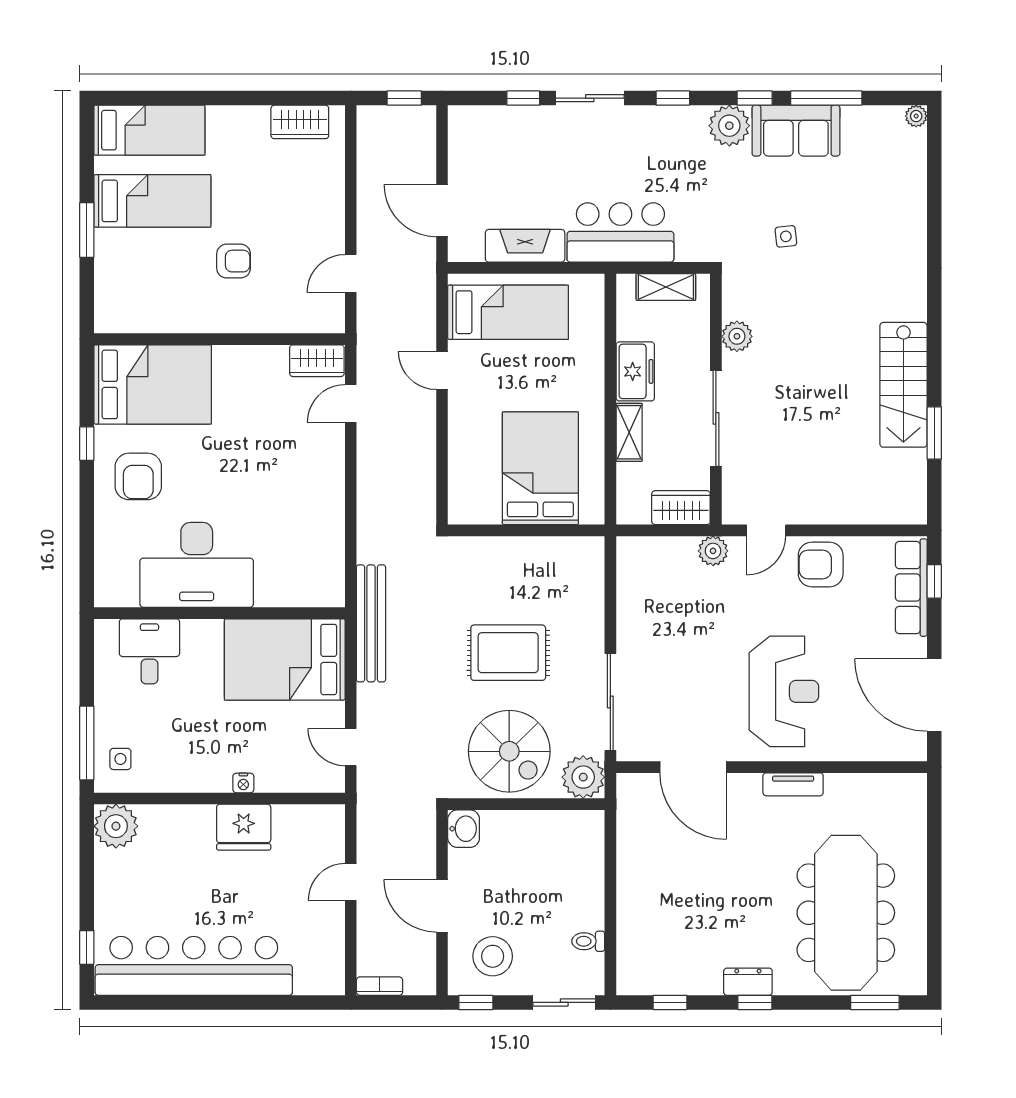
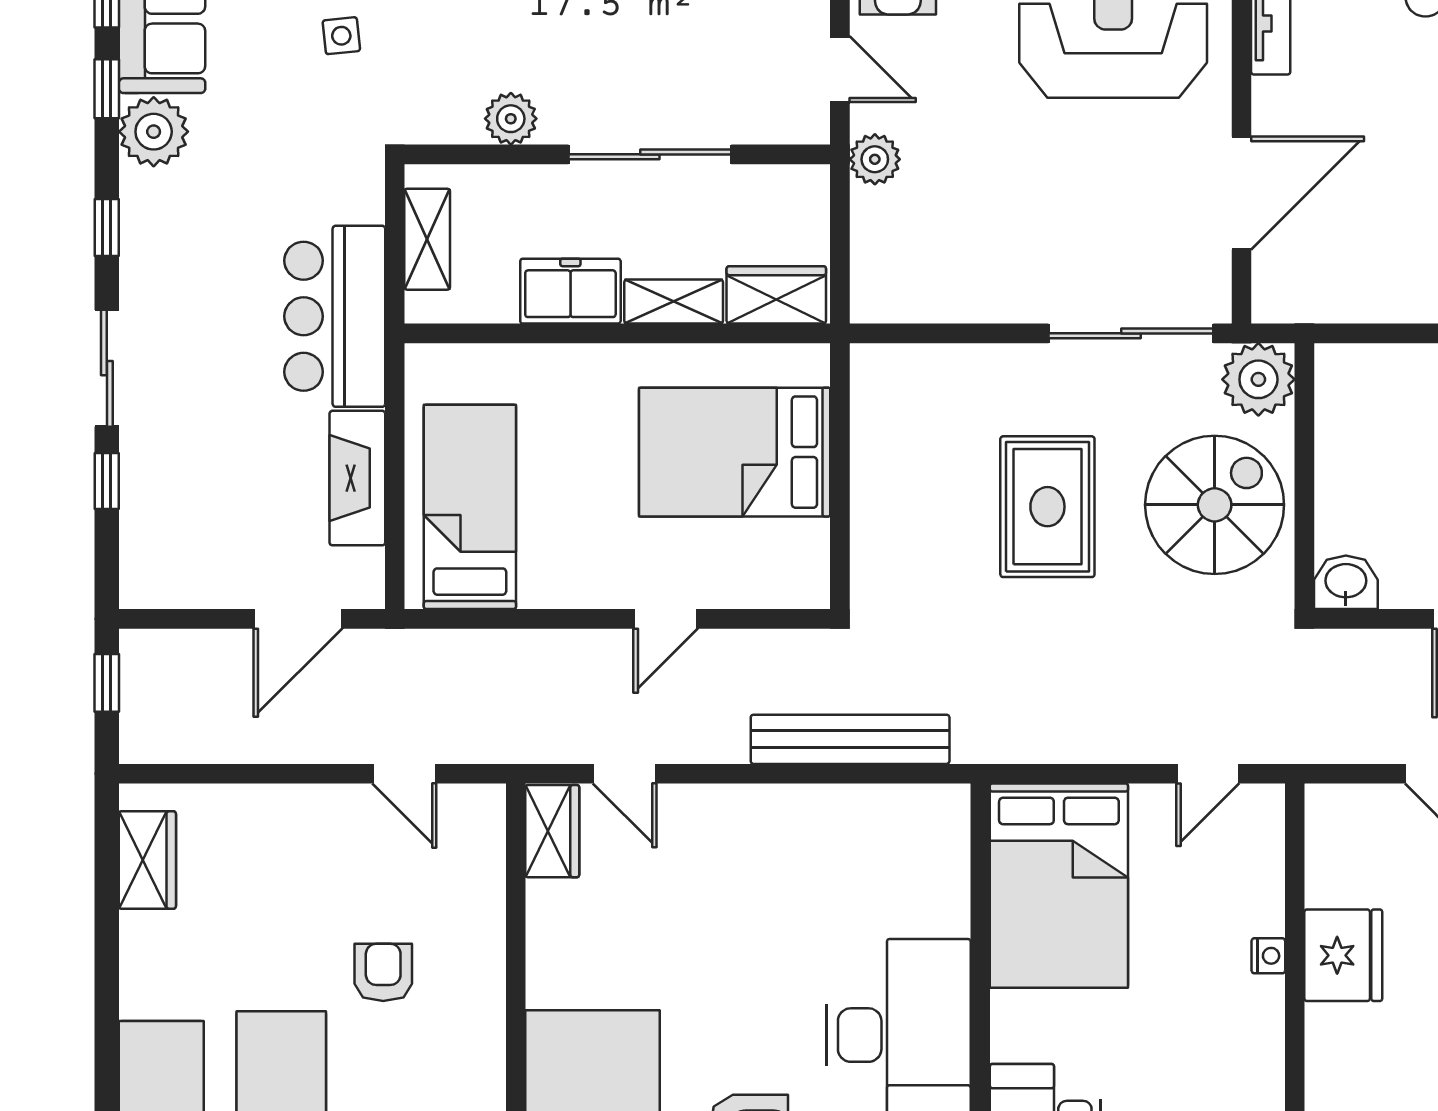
door: (442, 371) -> (666, 619), moved
wardrobe: (681, 508) -> (776, 295), moved, turned 90
bench: (371, 623) -> (850, 739), moved

